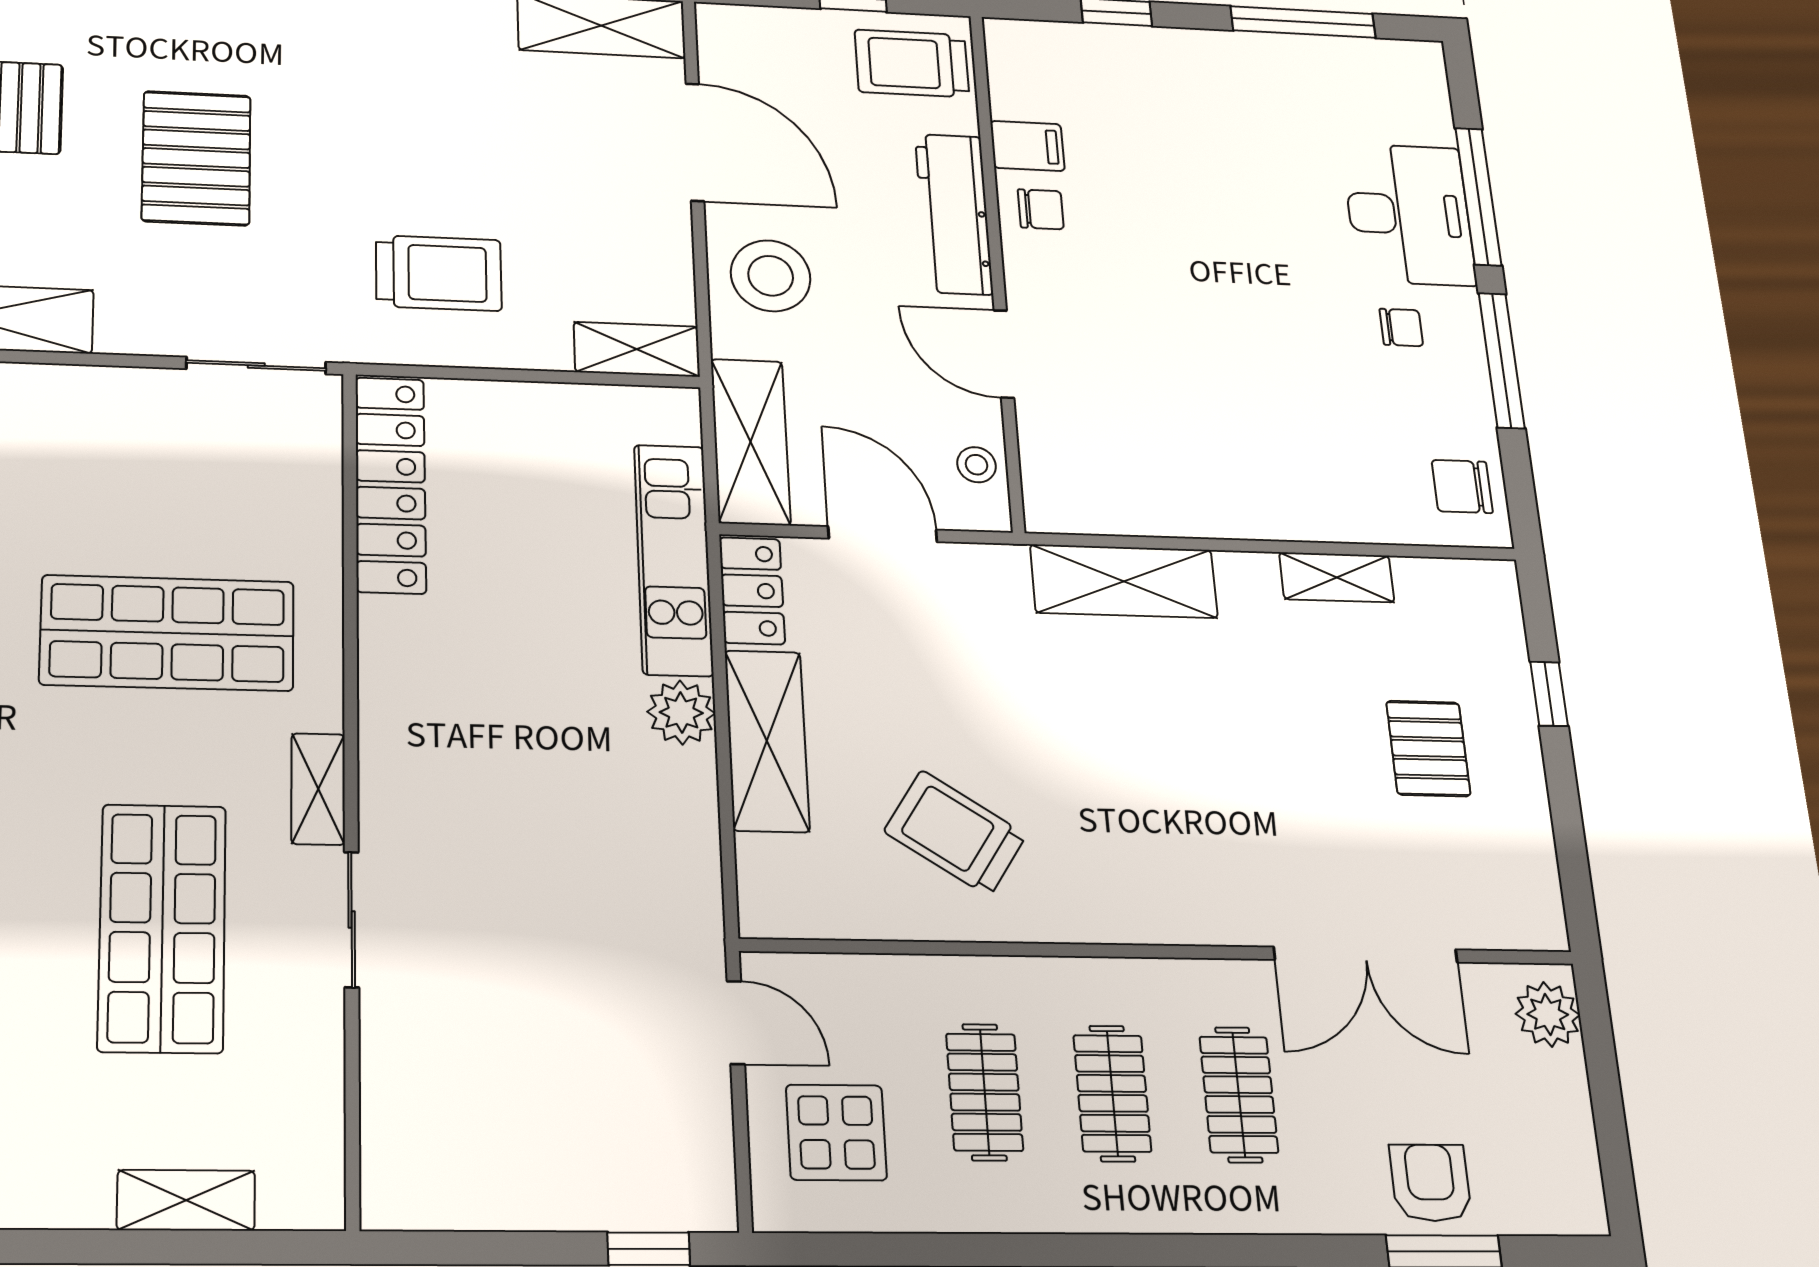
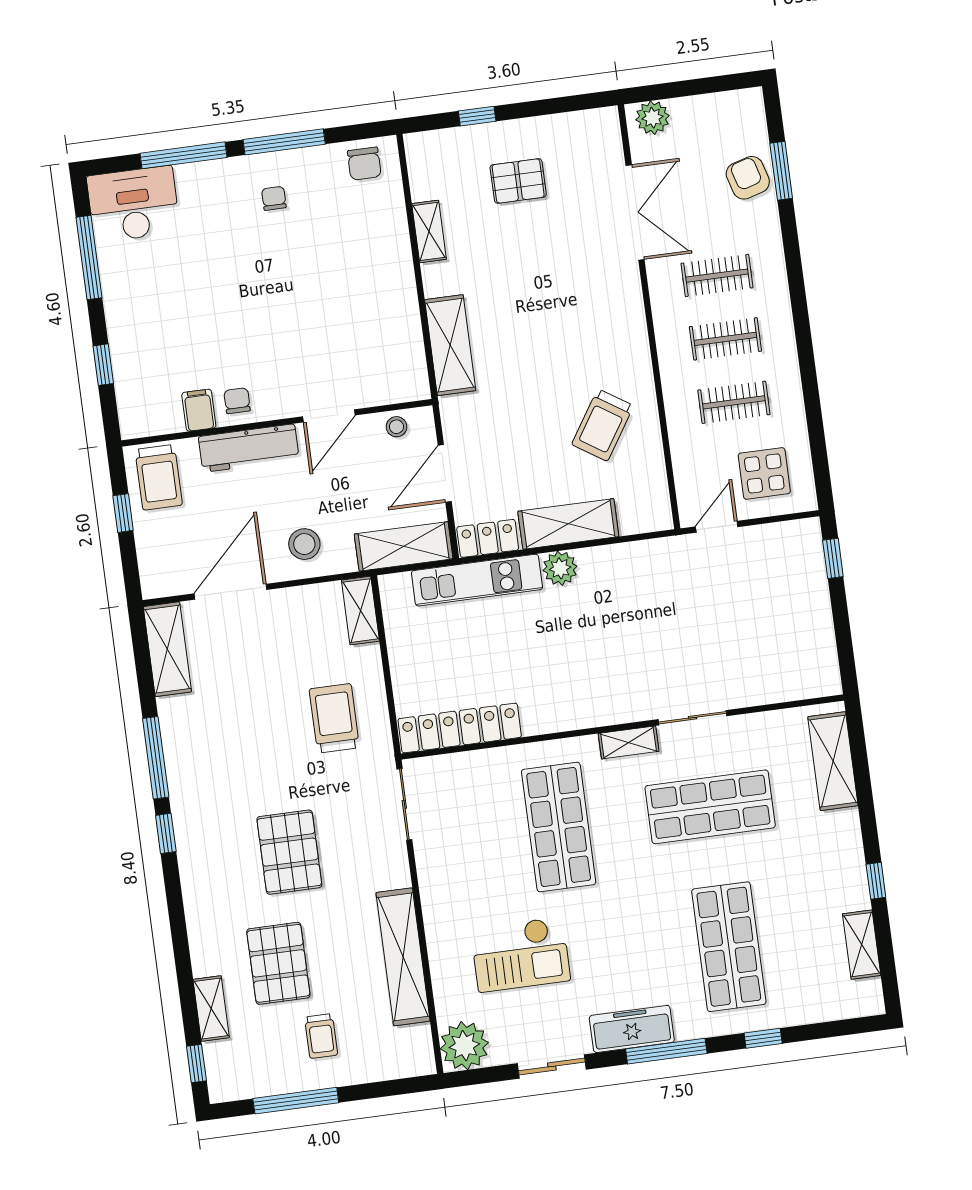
pallet: (196, 158) -> (289, 852), turned 90
desk: (1409, 214) -> (133, 204), moved
stool: (771, 276) -> (304, 544), width x0.73, depth x0.73
armchair: (1430, 1183) -> (748, 178), turned 74
shelving: (186, 1200) -> (833, 761), width x1.50, depth x1.33

